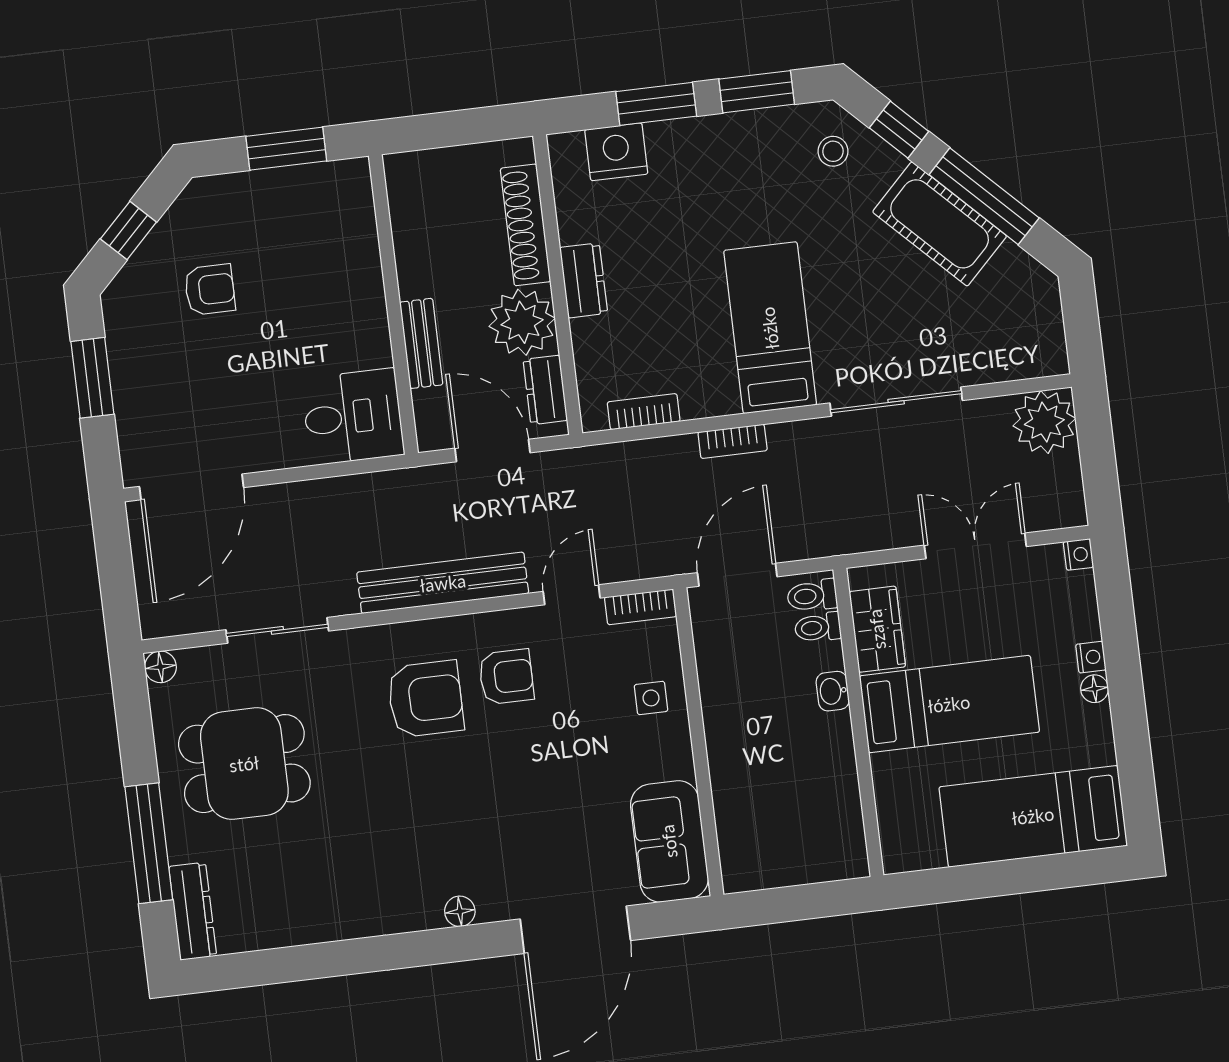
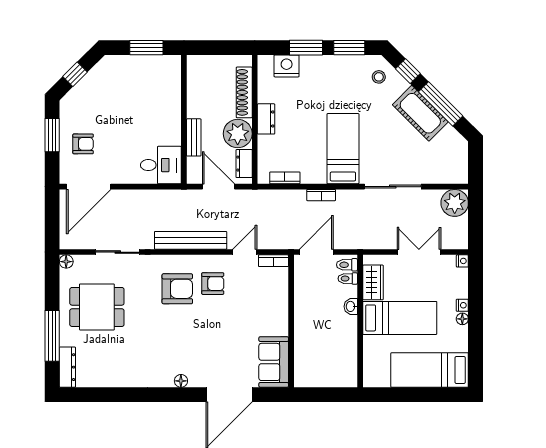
armchair: (210, 290) -> (83, 144), moved
side table: (651, 698) -> (273, 300), removed

